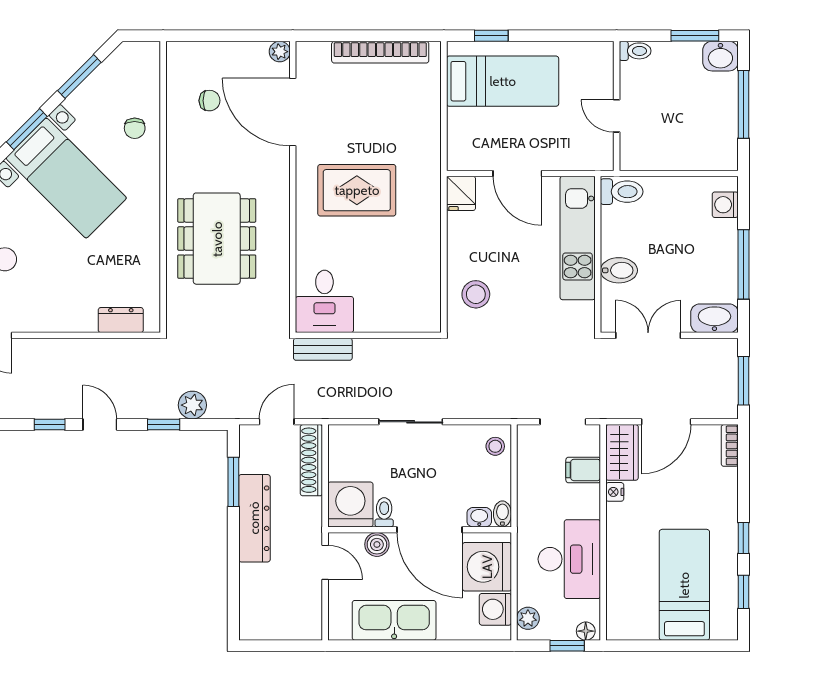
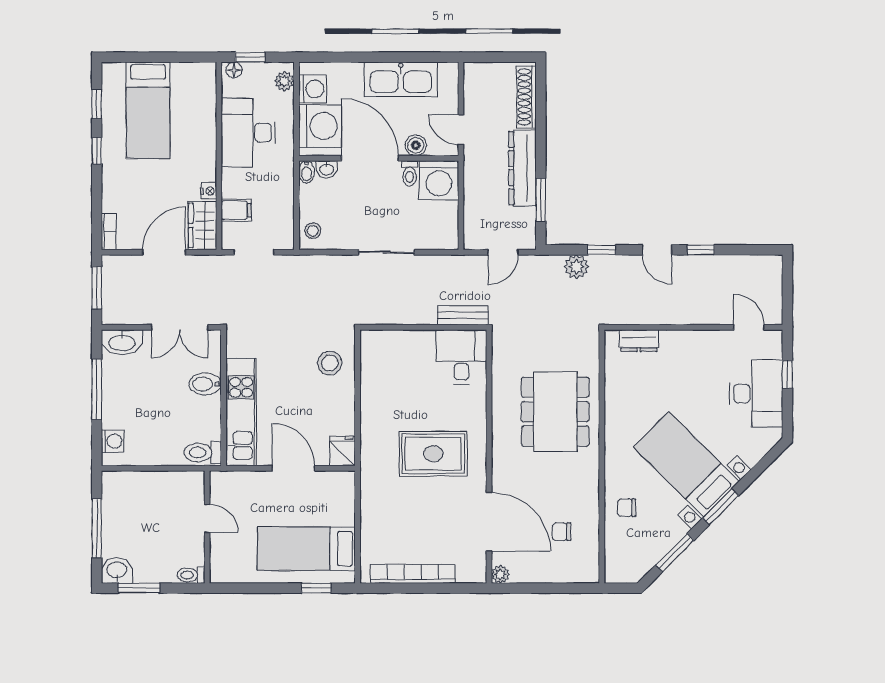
chair: (135, 128) -> (627, 508), turned -90
shoe rack: (311, 460) -> (526, 97), moved, turned 180

